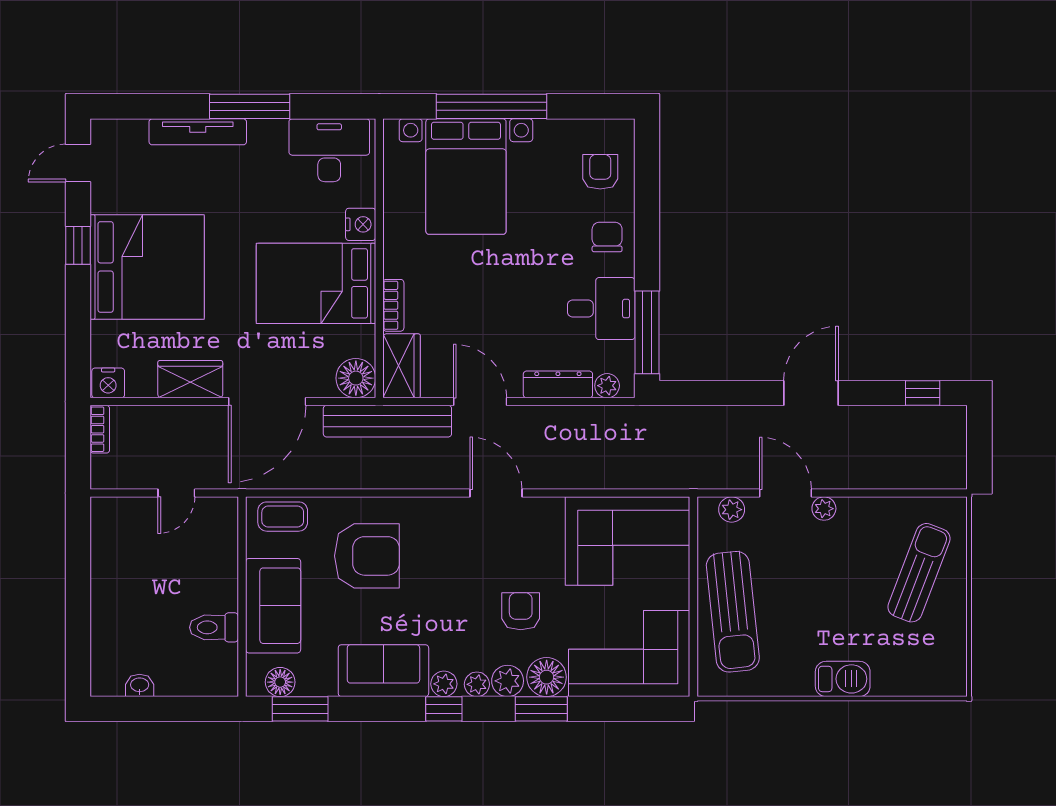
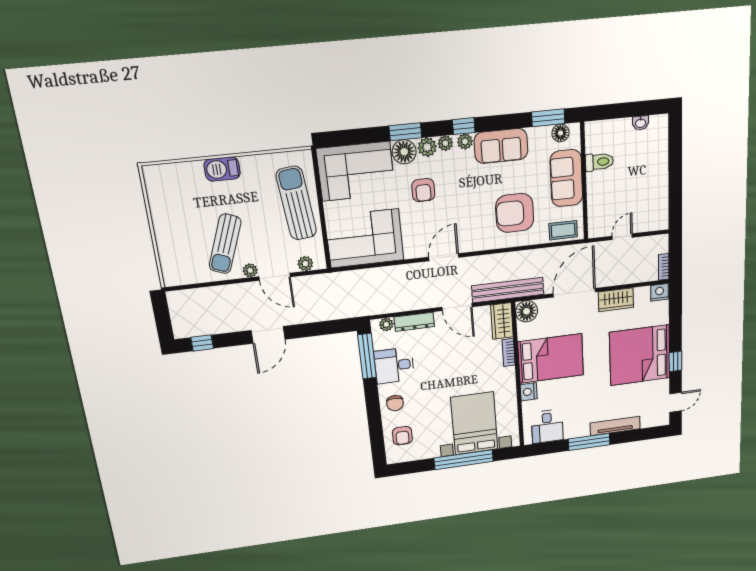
desk: (329, 150) -> (547, 426), width x0.73
door: (496, 493) -> (444, 257), swing flipped
sun lounger: (919, 573) -> (225, 244), moved

